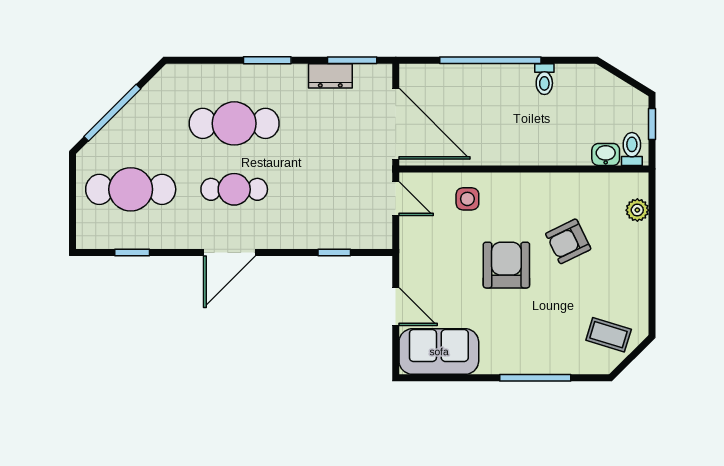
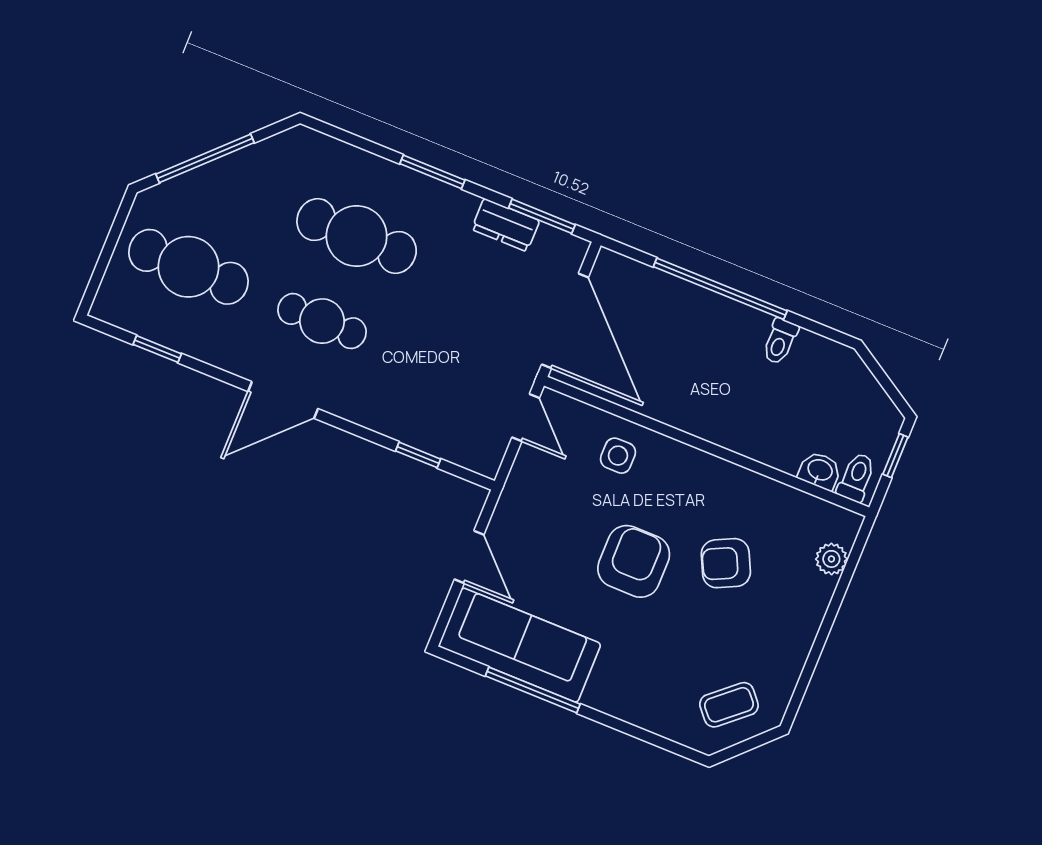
coffee table: (609, 335) -> (729, 705), turned -58
sofa: (439, 352) -> (520, 645), width x1.36
window: (535, 378) -> (533, 690), moved

